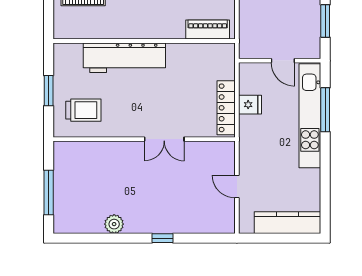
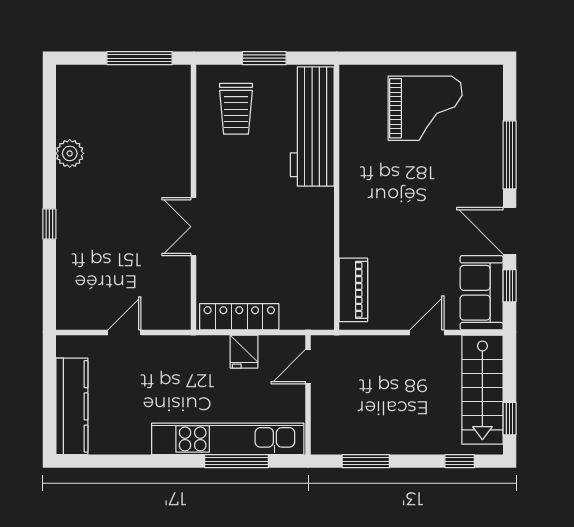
workbench: (124, 58) -> (312, 127), moved
door: (283, 61) -> (308, 367), moved
window: (49, 192) -> (140, 58), moved

